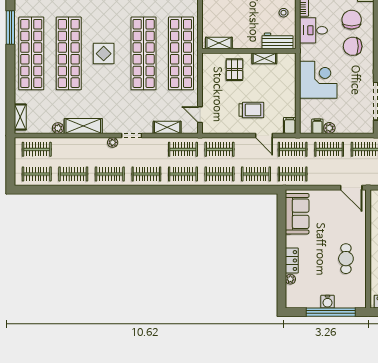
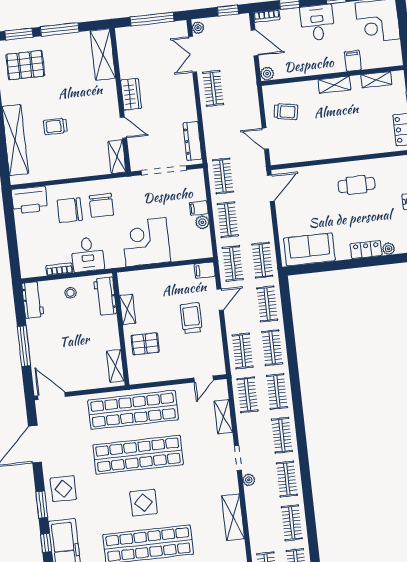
filing cabinet: (317, 126) -> (199, 208), moved
plant: (58, 128) -> (239, 547), removed

